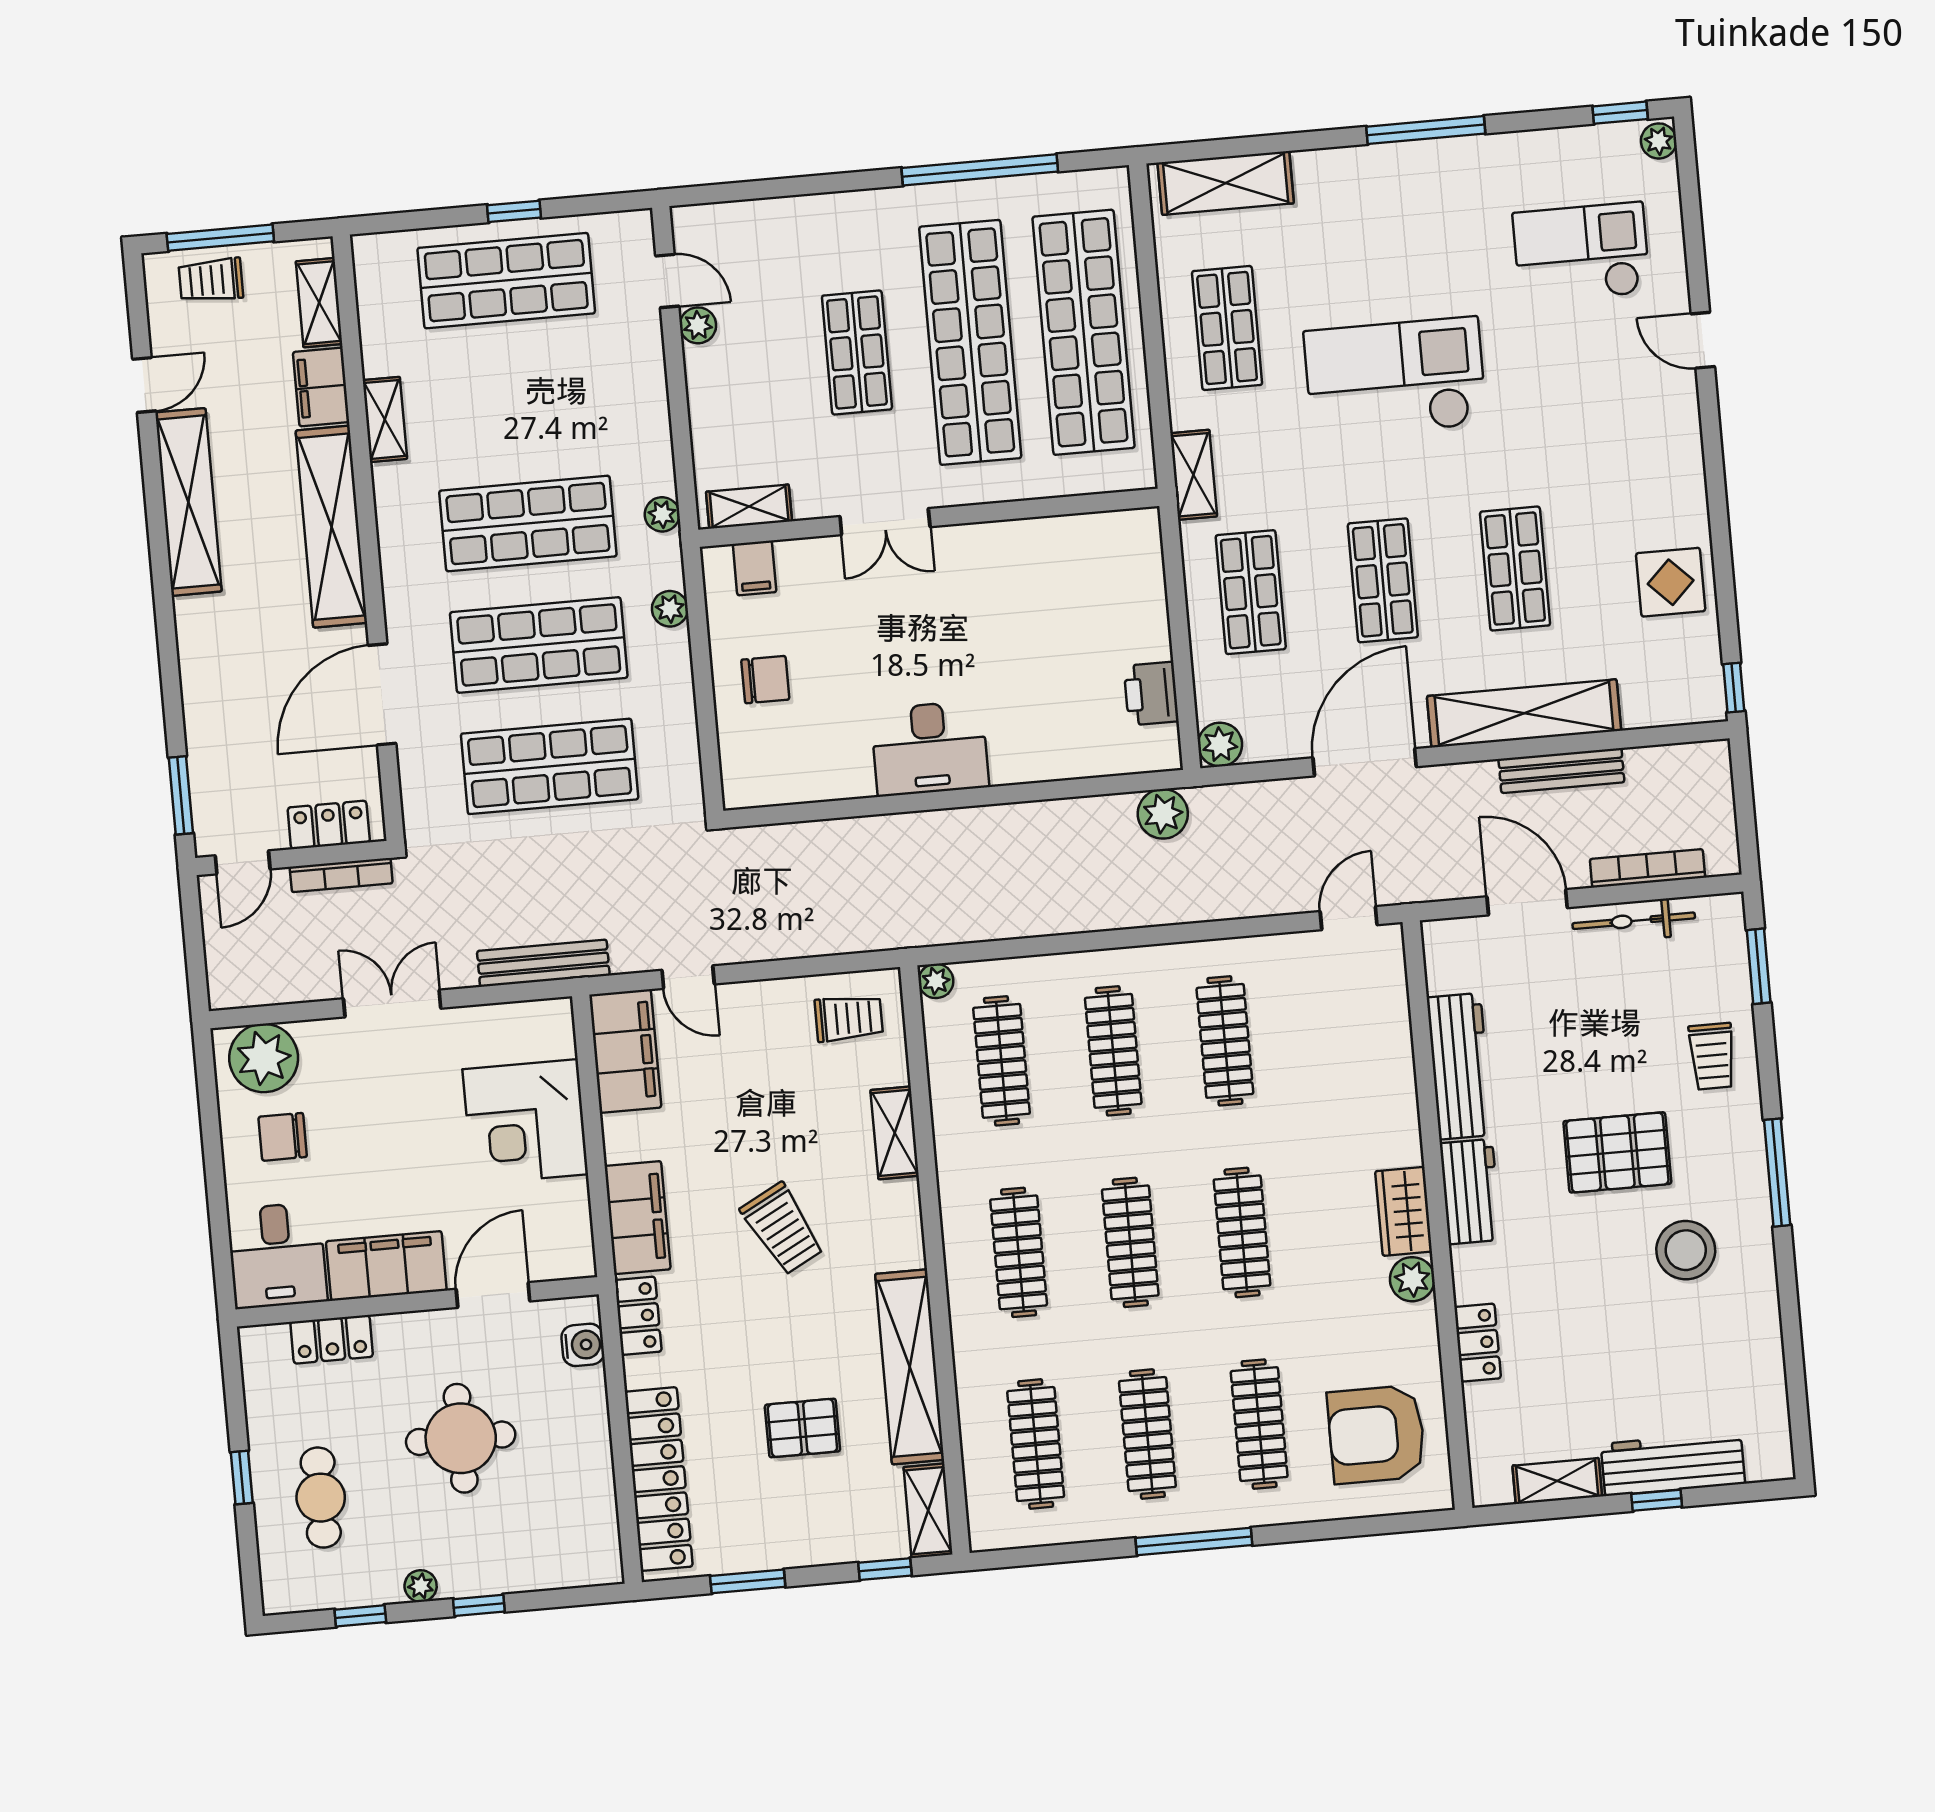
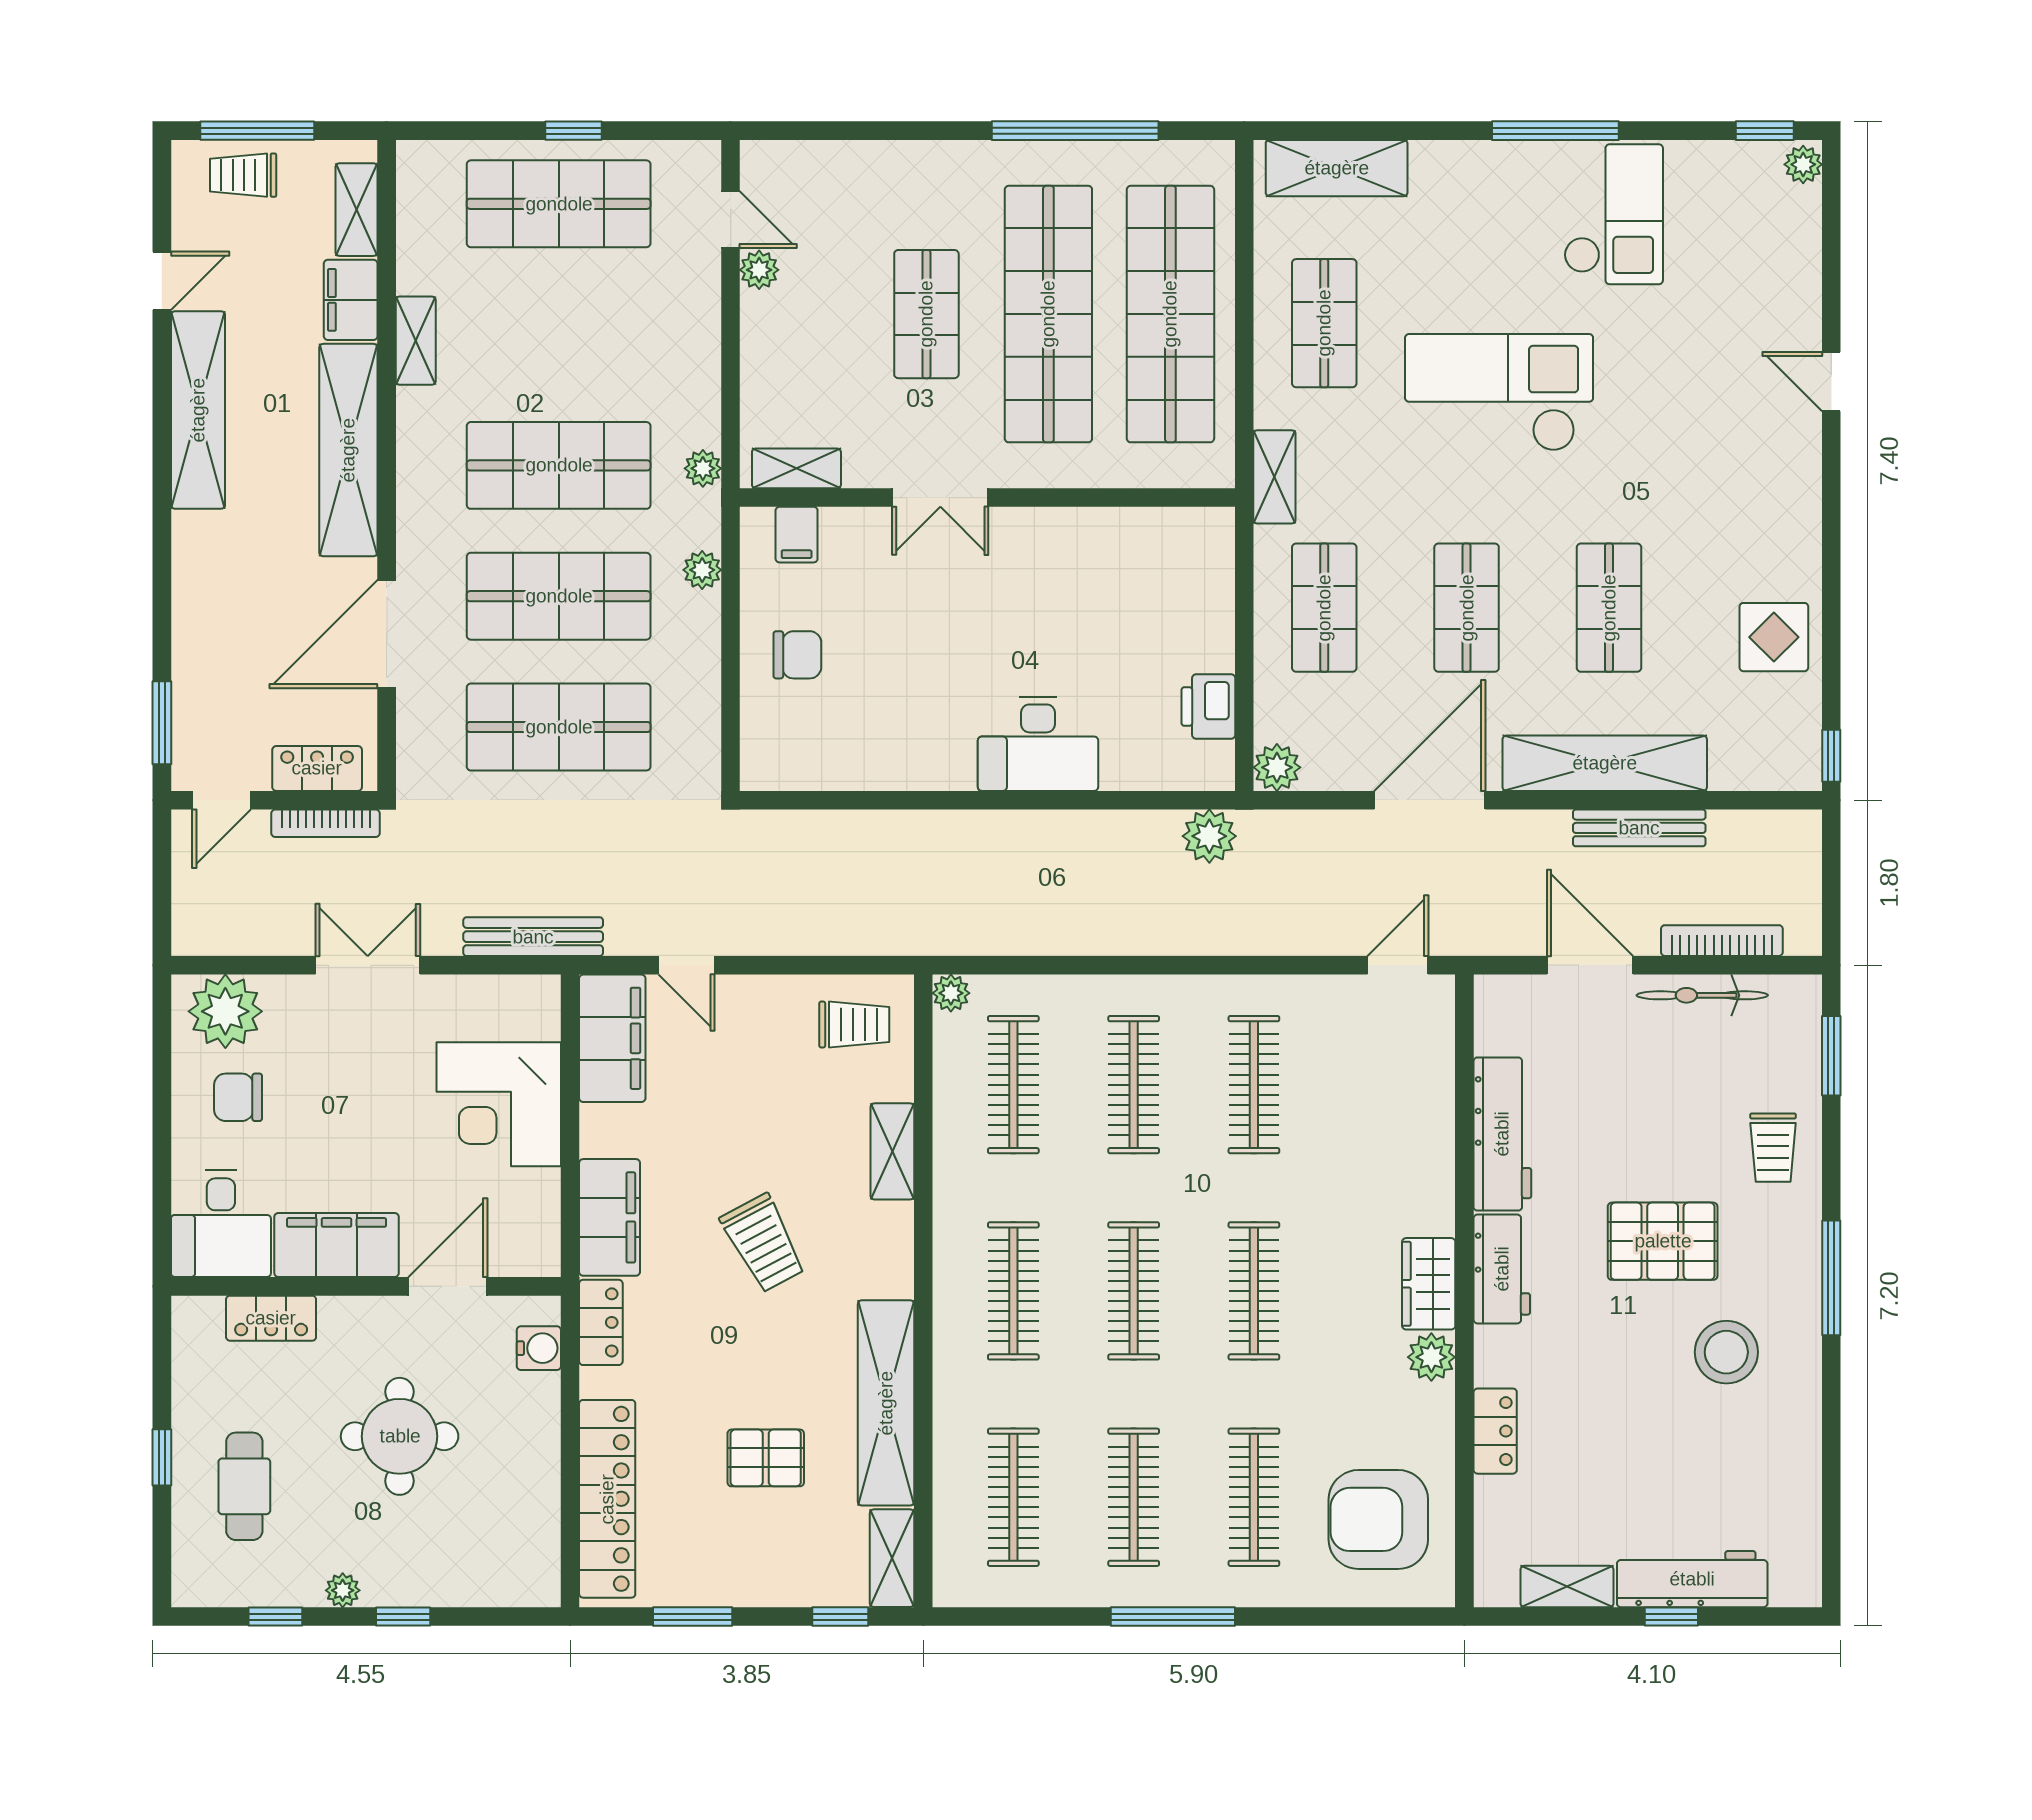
checkout: (1581, 253) -> (1613, 214), moved, turned 90
desk: (930, 748) -> (1038, 744), moved

